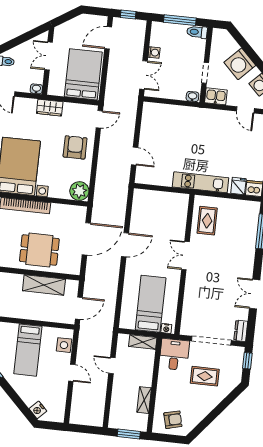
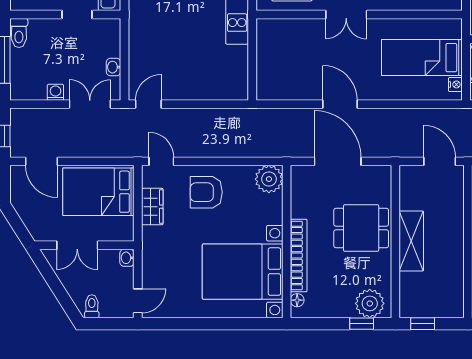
washbasin: (192, 97) -> (113, 67), moved
wardrobe: (50, 108) -> (152, 207), moved
door: (135, 156) -> (148, 104), moved
dining table: (39, 250) -> (361, 228), turned 90
shelving: (44, 285) -> (411, 241), moved
nightstand: (166, 328) -> (455, 84), moved

